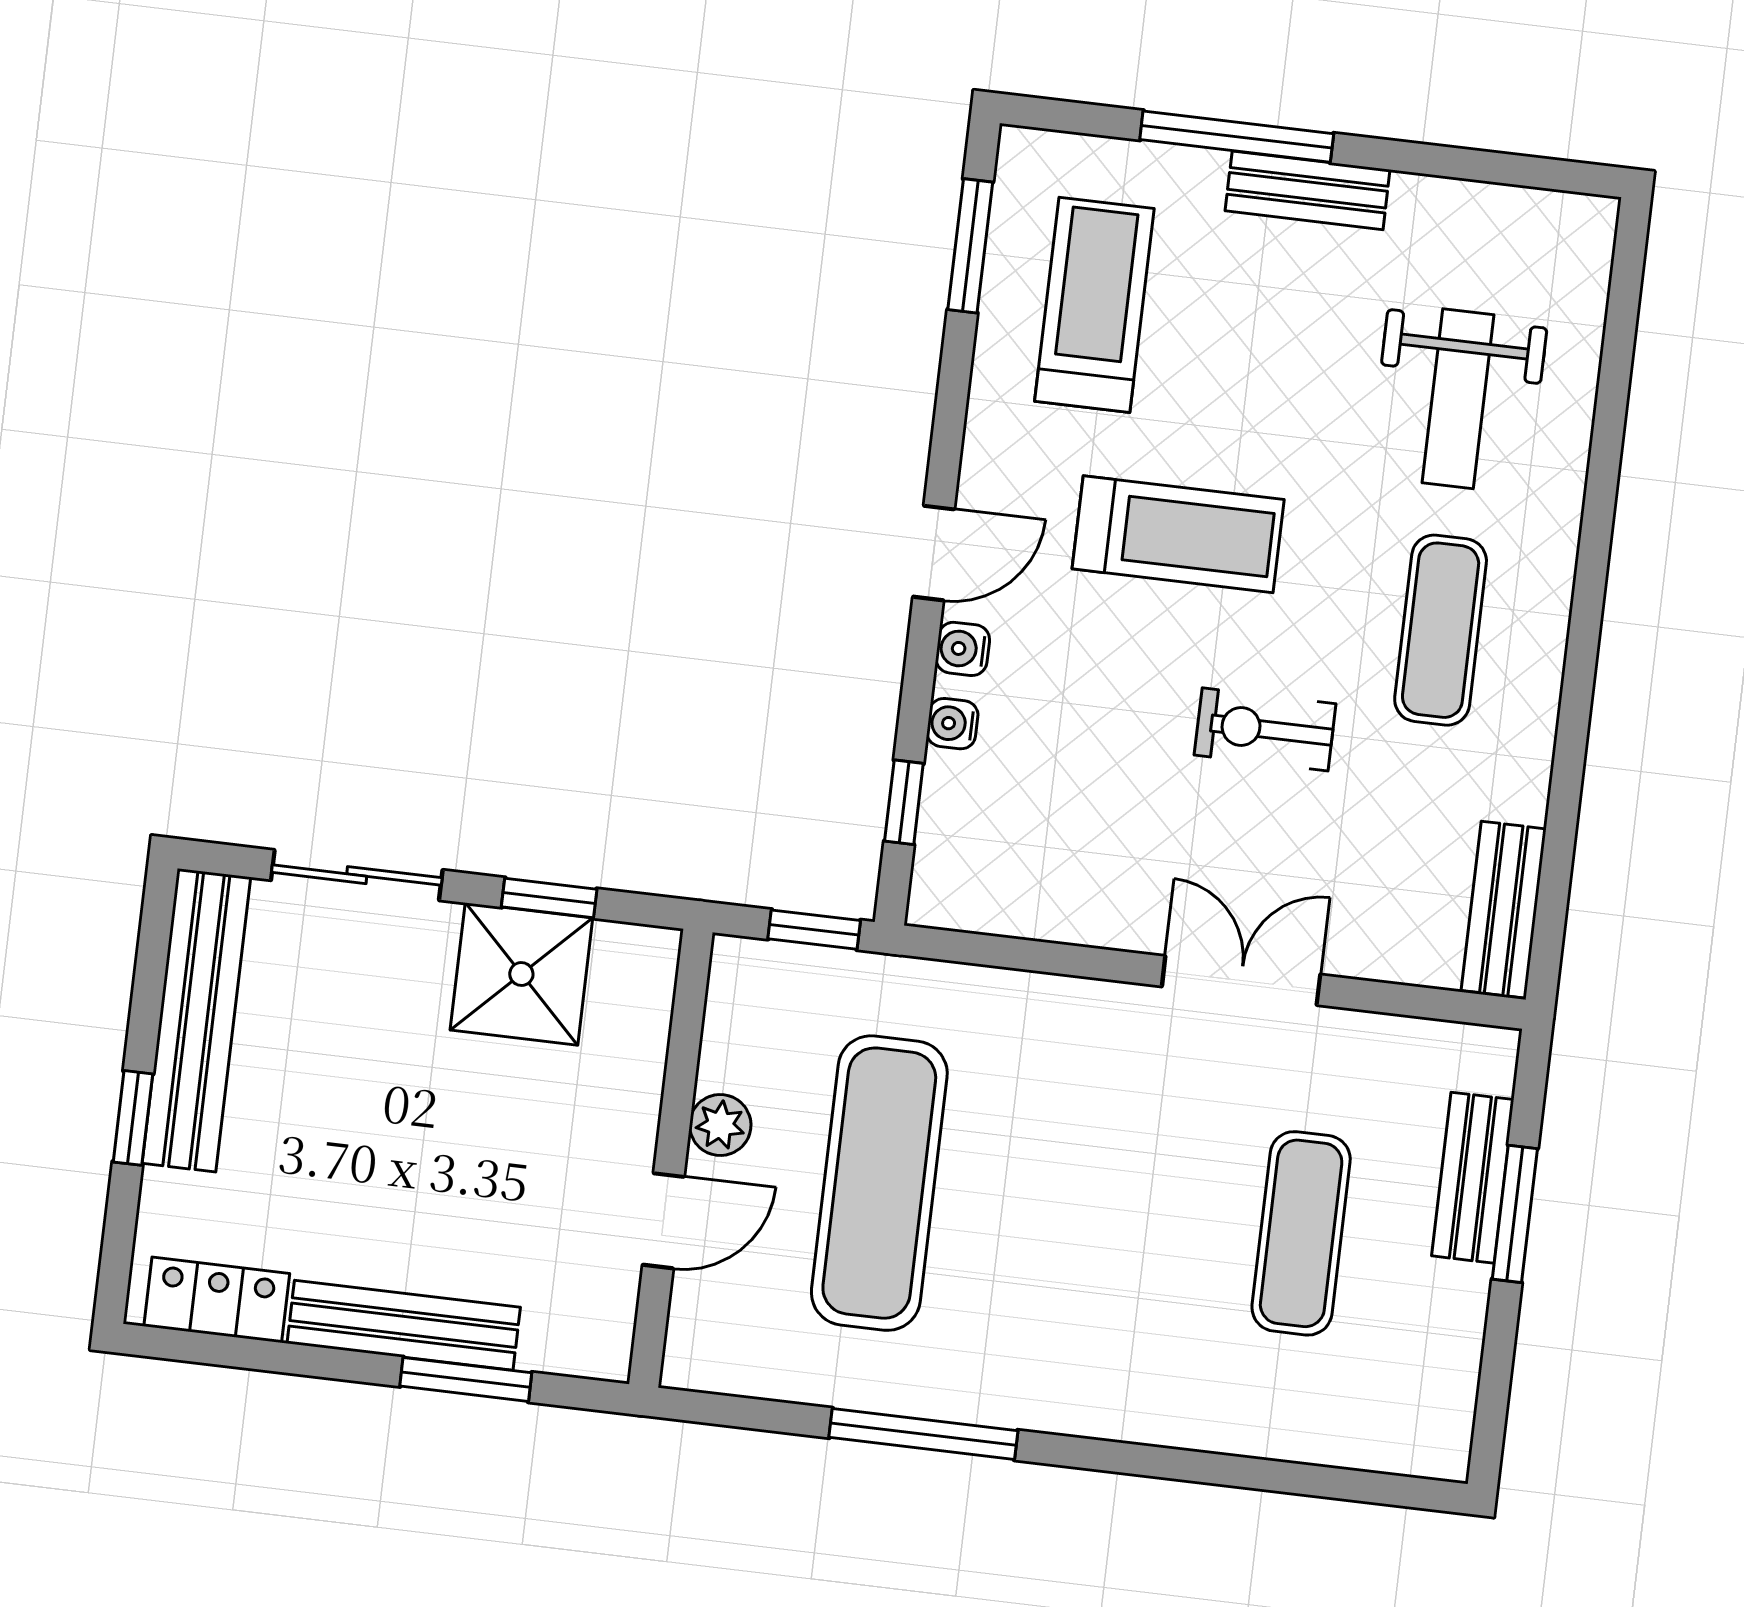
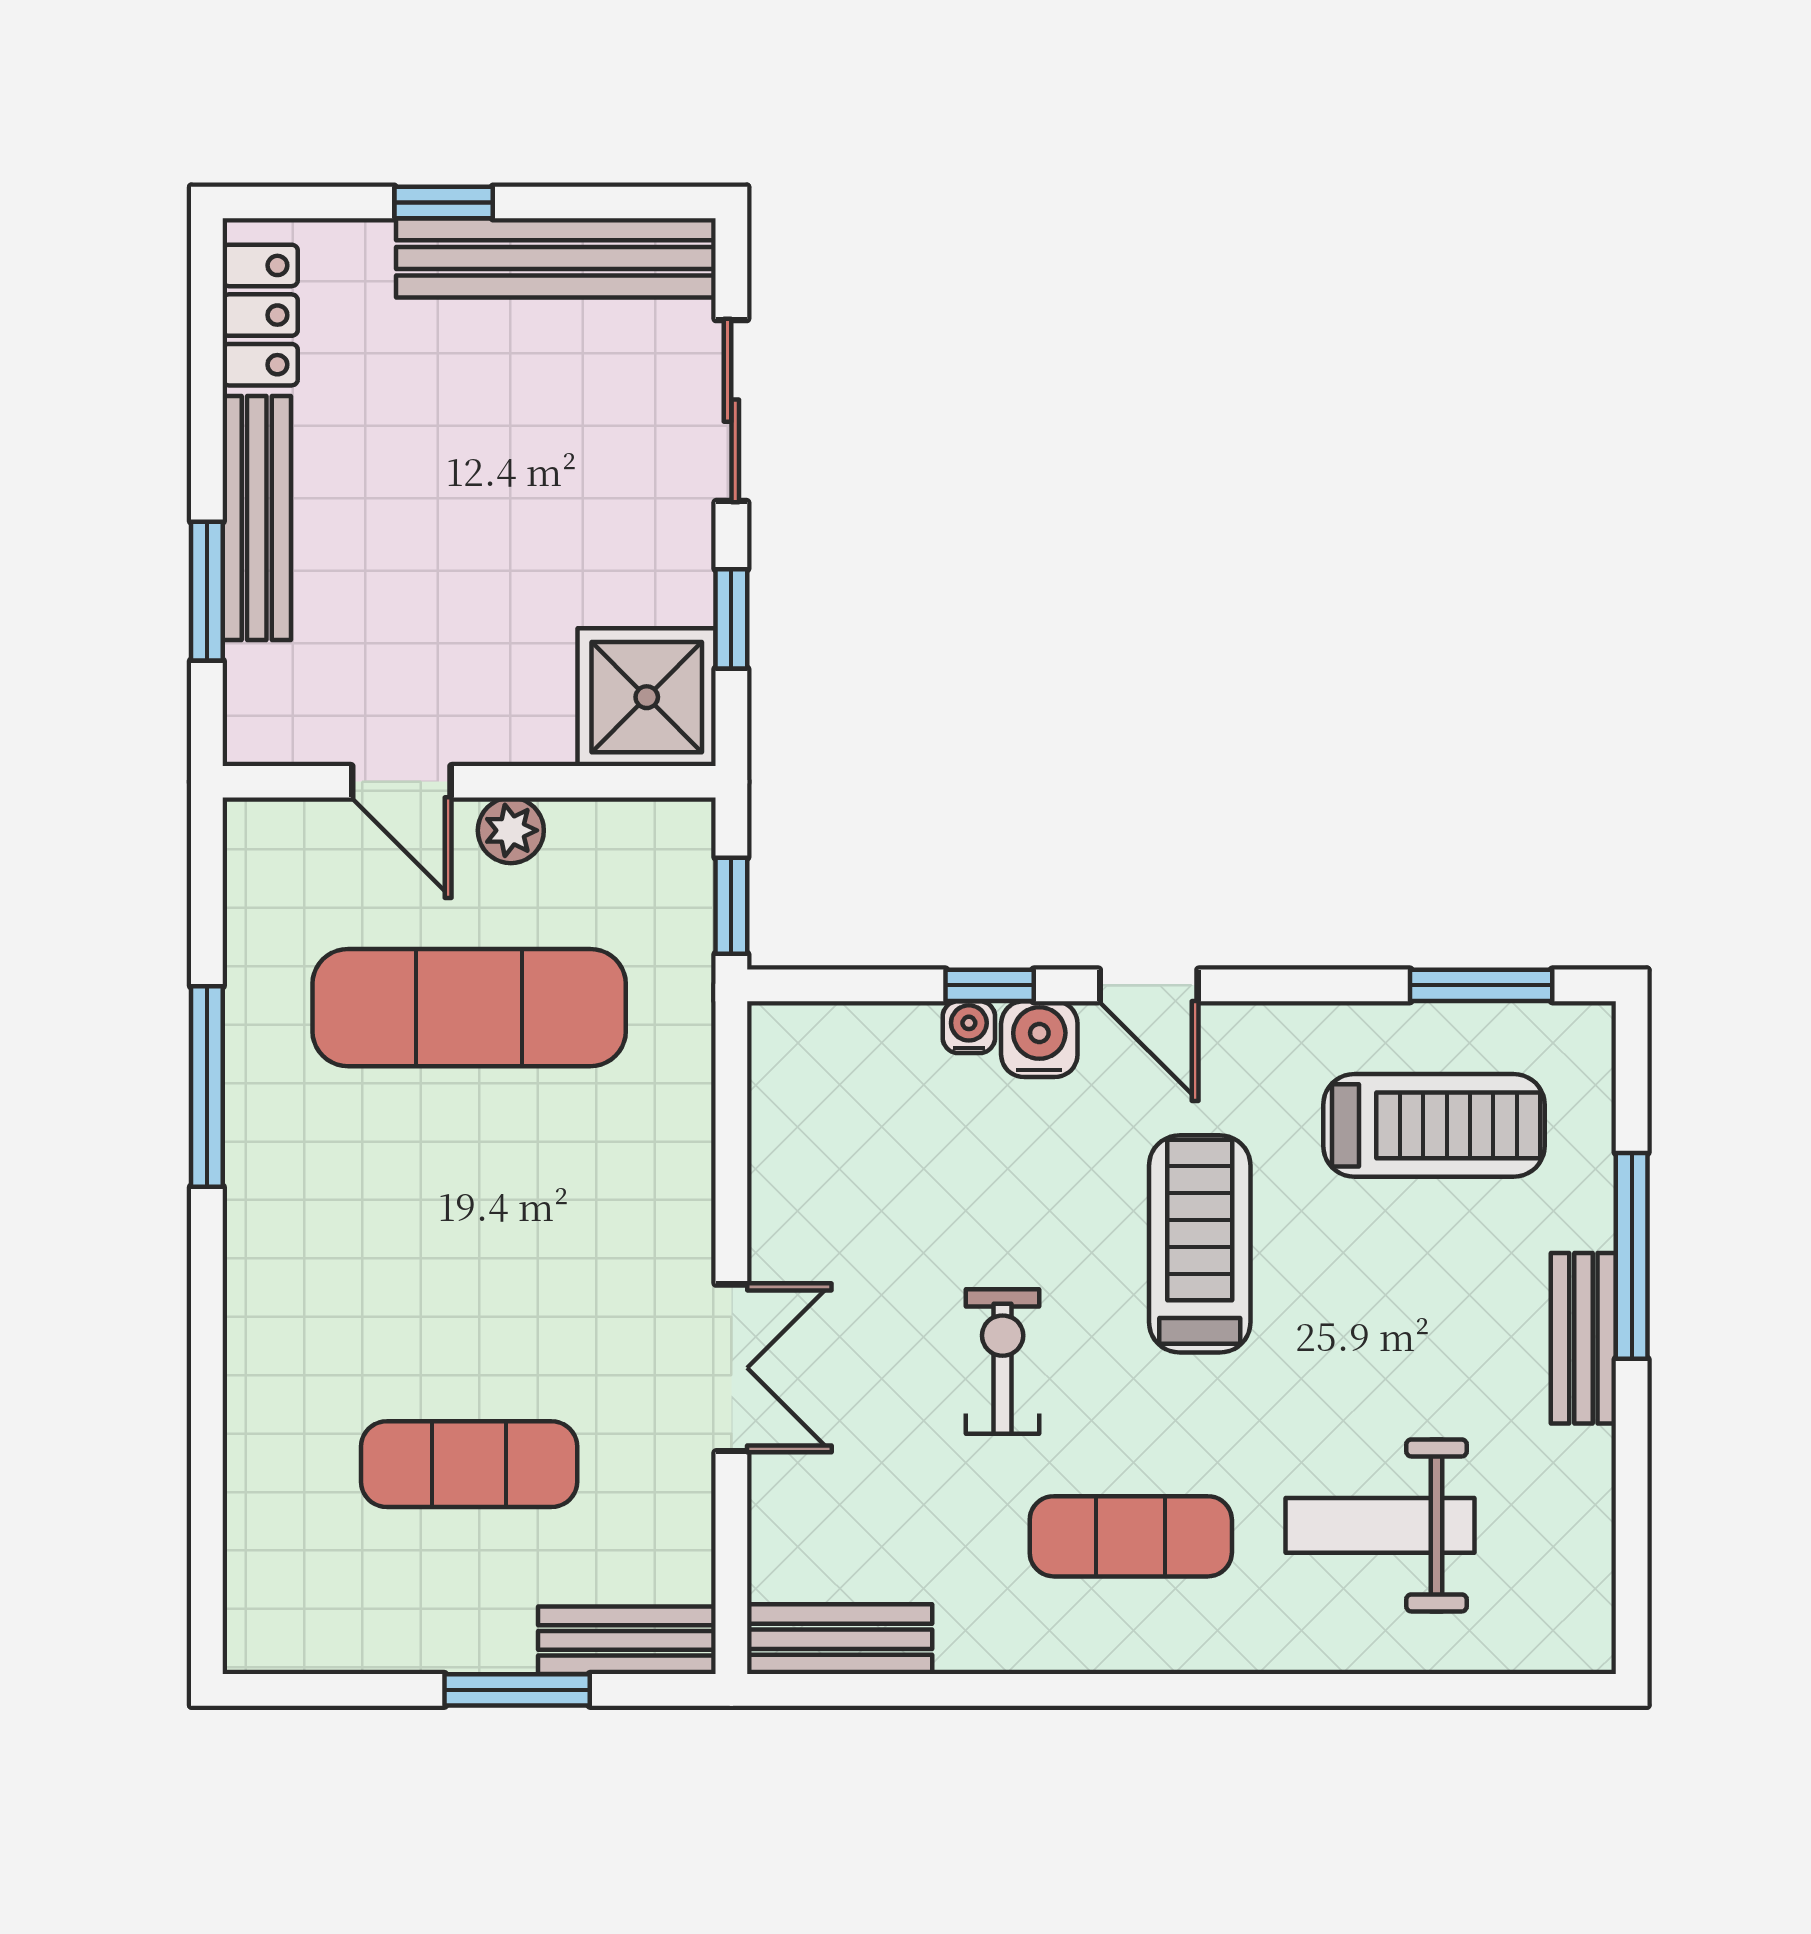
treadmill: (1178, 534) -> (1200, 1244), turned 180
water cooler: (963, 649) -> (1039, 1039), width x1.38, depth x1.38
window: (904, 802) -> (990, 985), moved
shower: (521, 974) -> (647, 697), moved
bench: (1473, 1178) -> (627, 1640), moved

